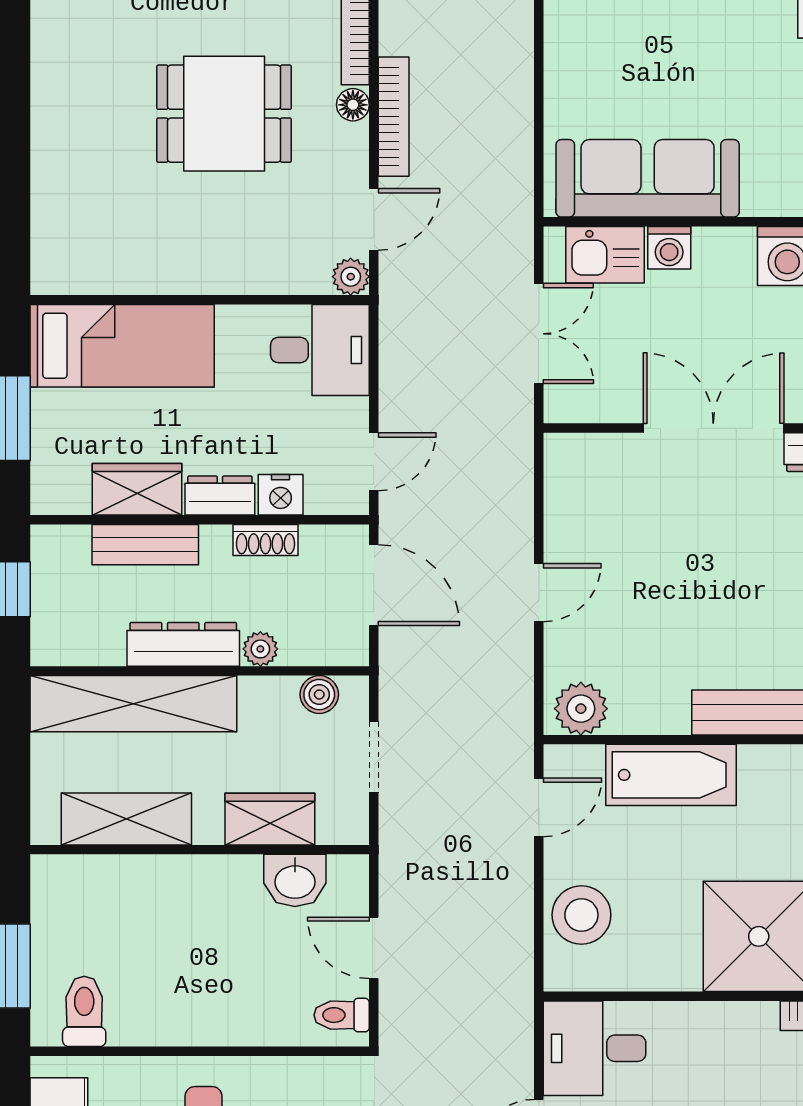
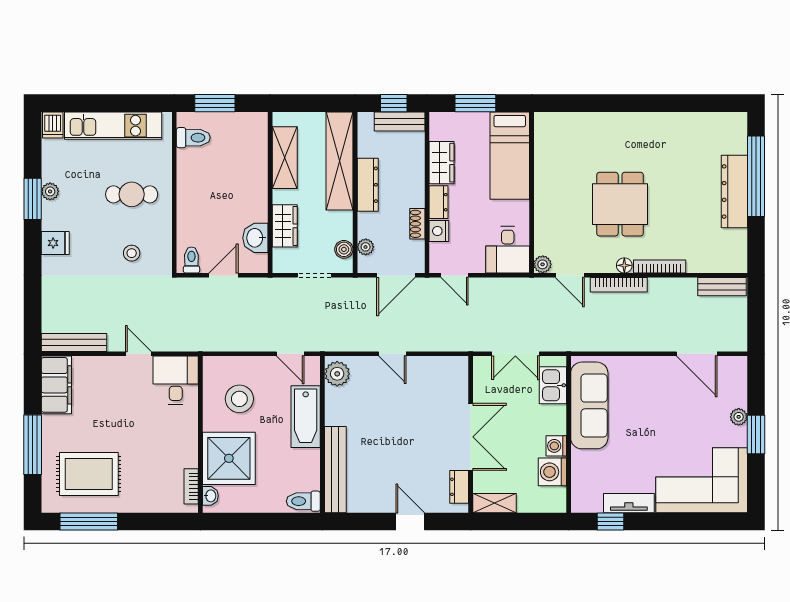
washing machine: (669, 248) -> (556, 446), moved
bench: (145, 545) -> (400, 122), moved, turned 90
plant: (260, 649) -> (366, 247), moved
stool: (581, 915) -> (239, 399), moved

